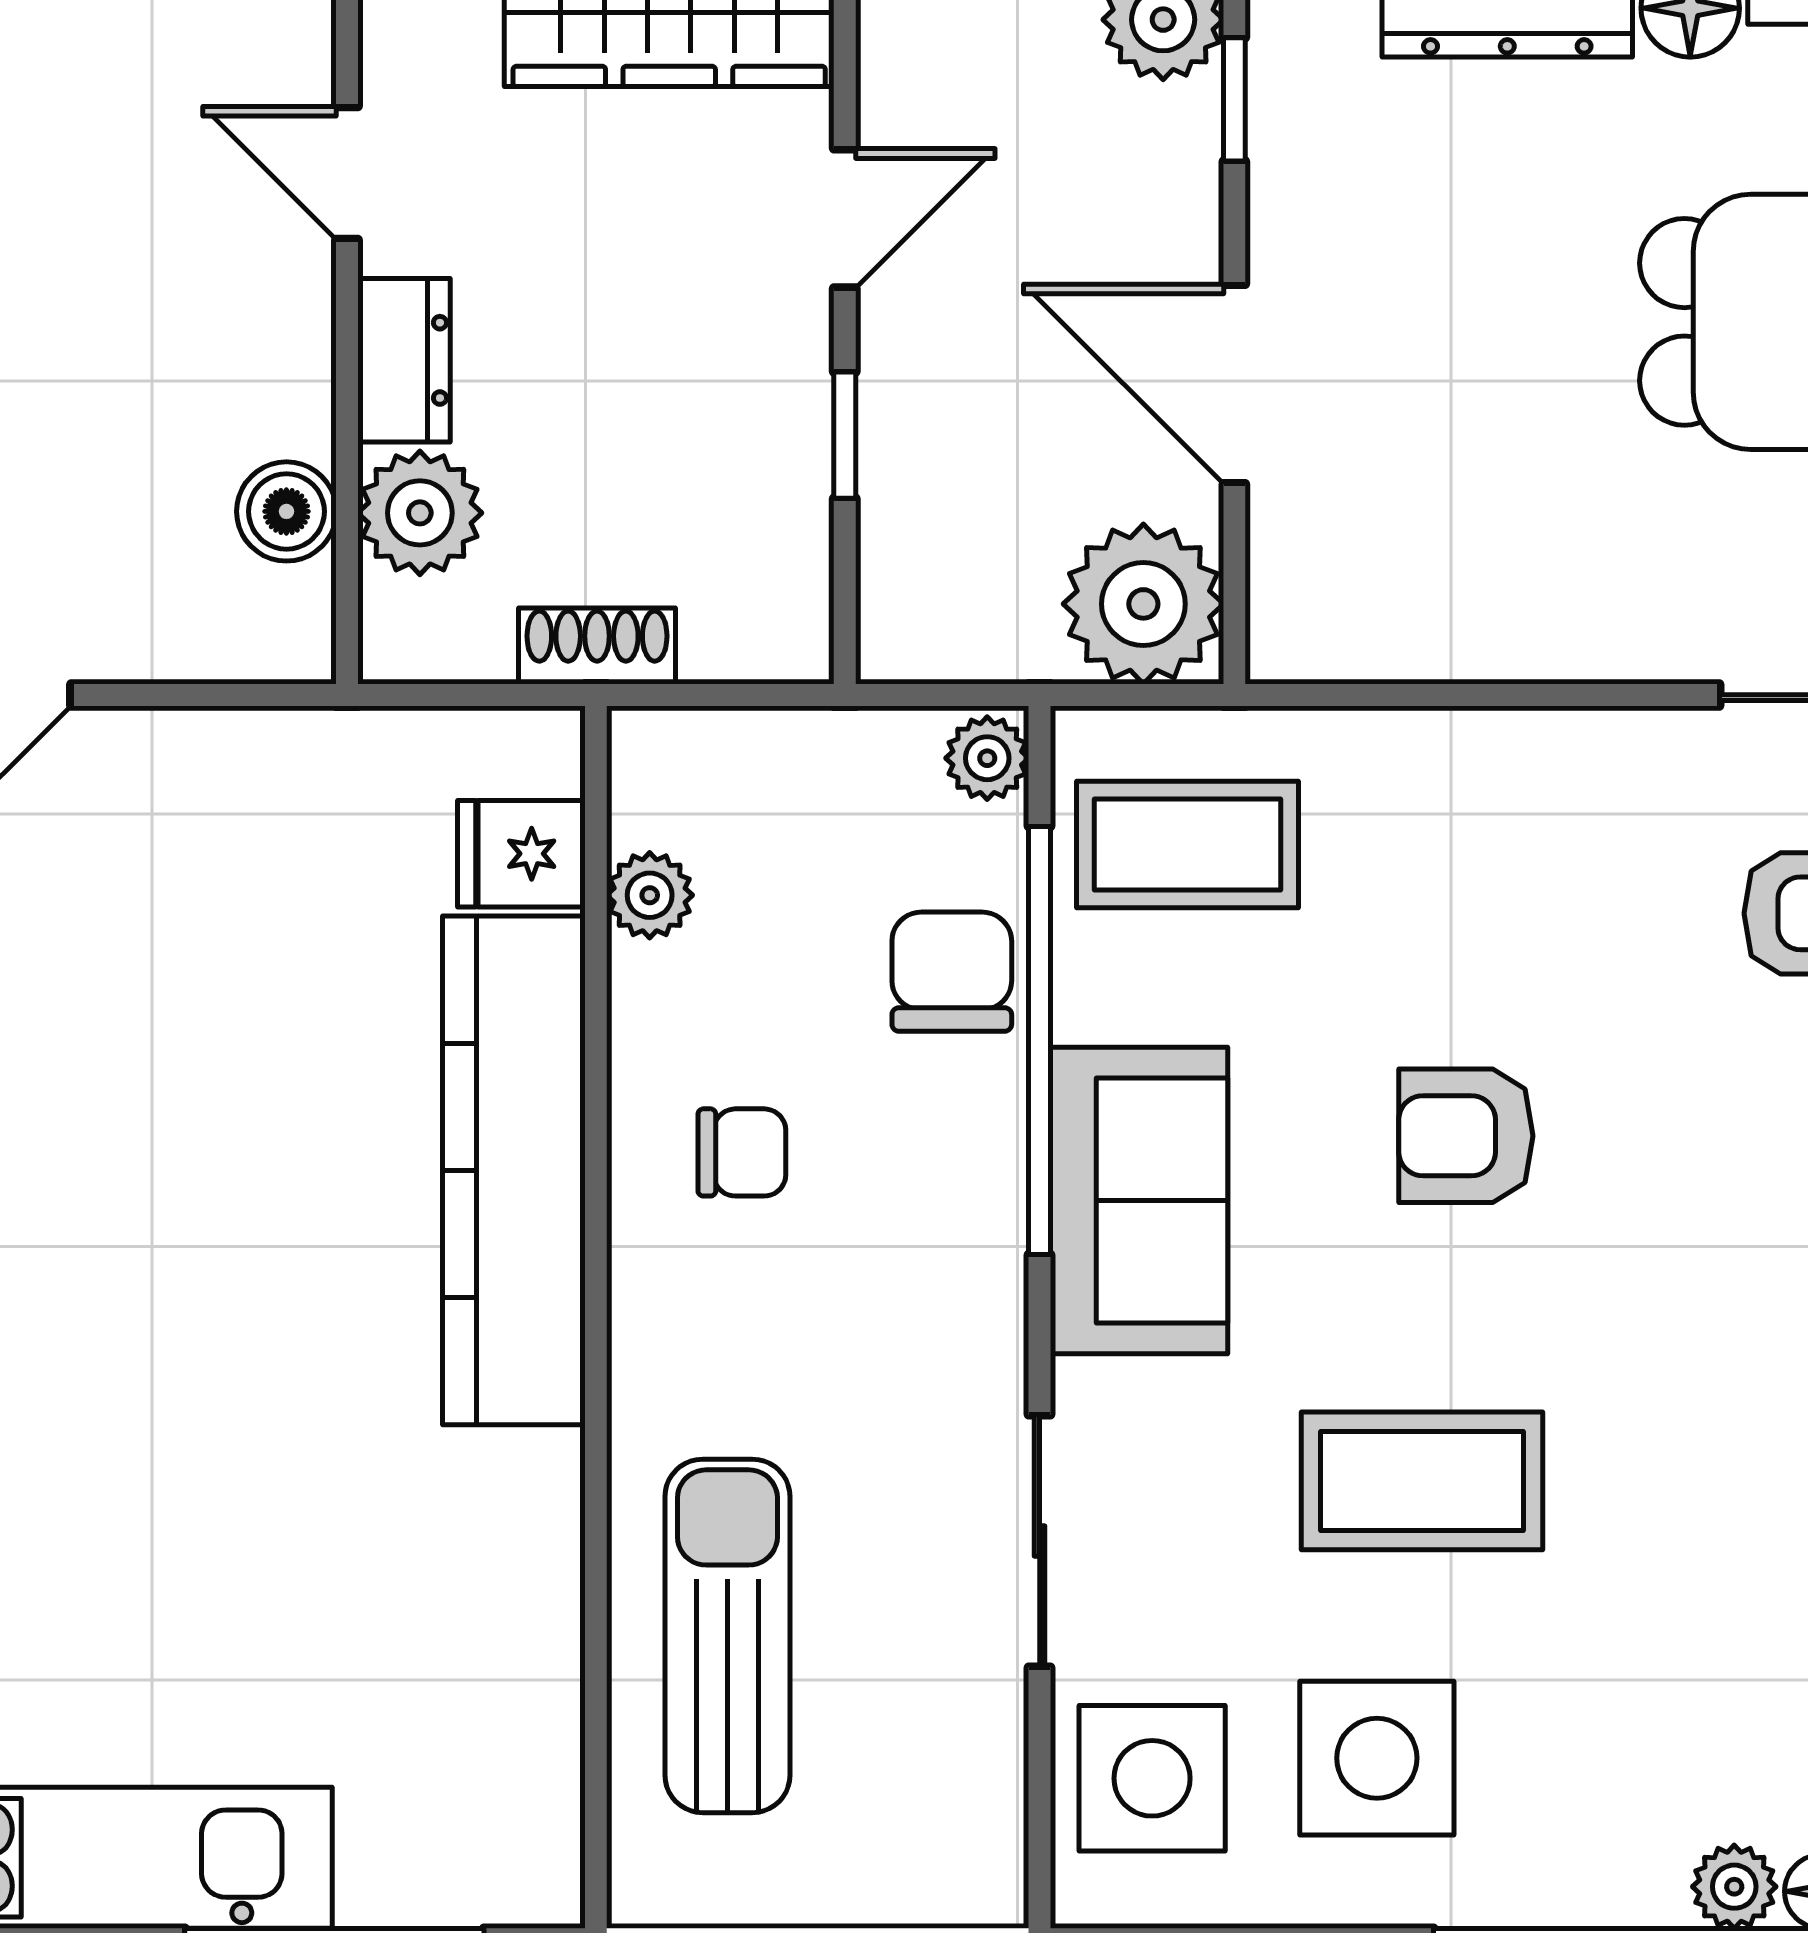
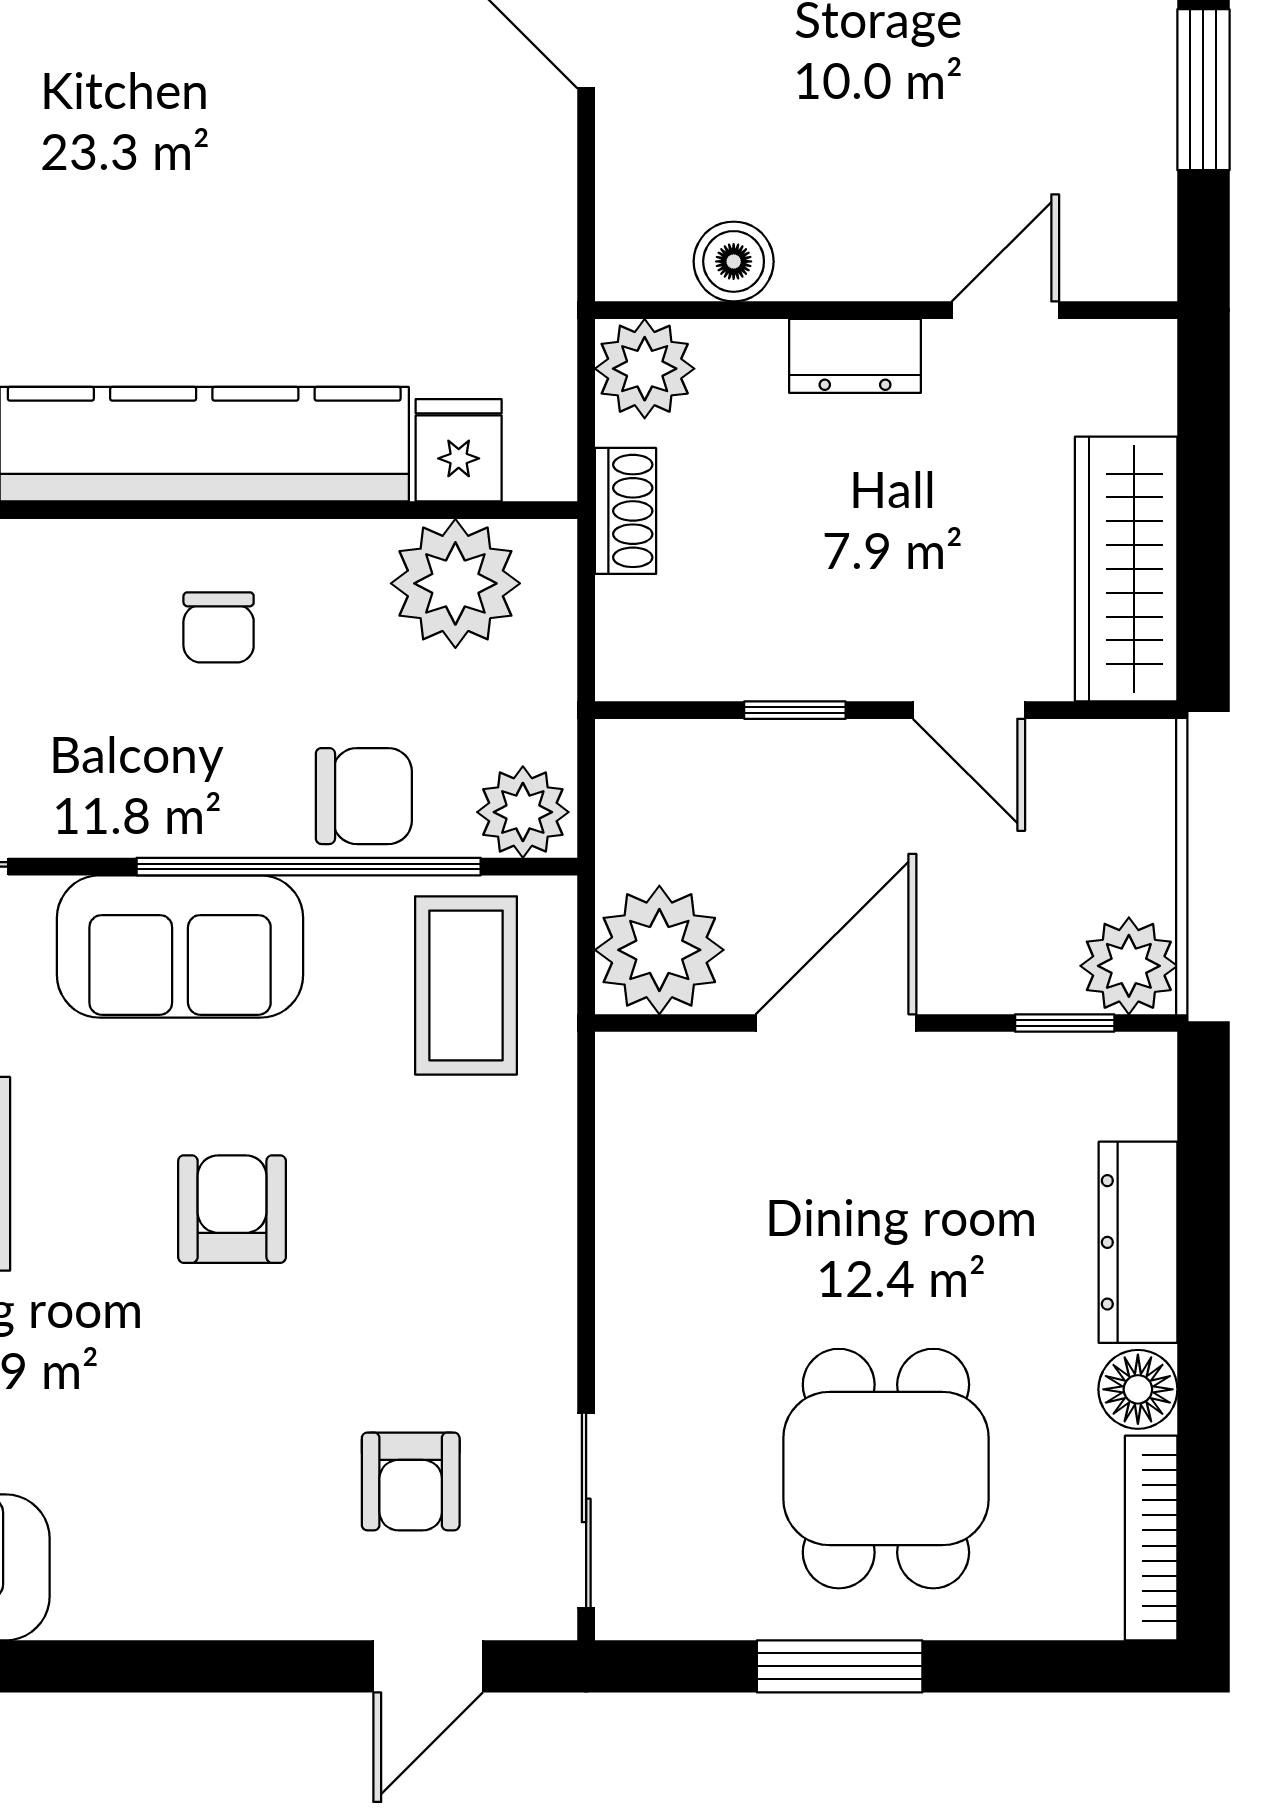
plant: (420, 513) -> (645, 369), moved
plant: (987, 758) -> (523, 812), width x1.38, depth x1.38
plant: (650, 895) -> (455, 583), width x1.88, depth x1.88

